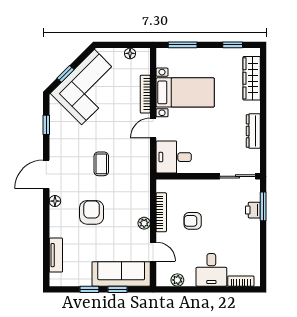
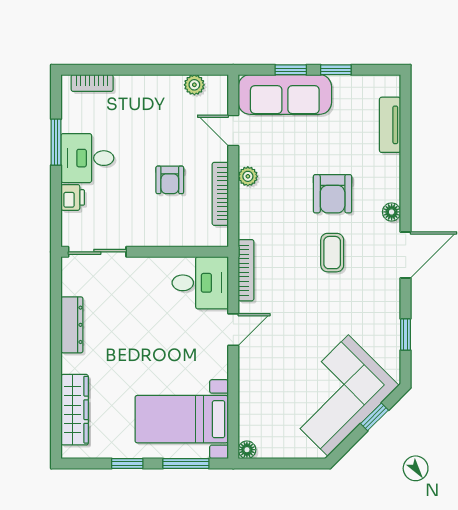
window: (233, 45) -> (127, 463), moved
floor lamp: (130, 53) -> (247, 450), moved
bed with nightstands: (185, 92) -> (182, 419), moved
bookcase: (145, 94) -> (246, 270), moved
coffee table: (101, 164) -> (332, 253), moved
window: (263, 206) -> (56, 142), moved
armchair: (193, 221) -> (170, 180), turned 90
desk: (211, 270) -> (87, 158), moved, turned -90

